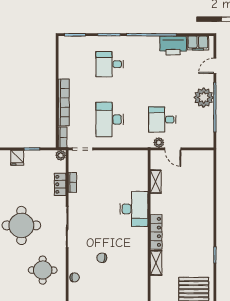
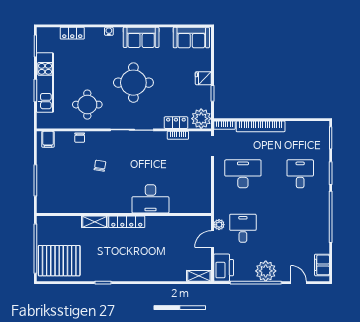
printer: (173, 45) -> (224, 268), moved, turned 180
plant: (61, 155) -> (201, 119), width x1.88, depth x1.88
shelving: (156, 182) -> (199, 276), moved

